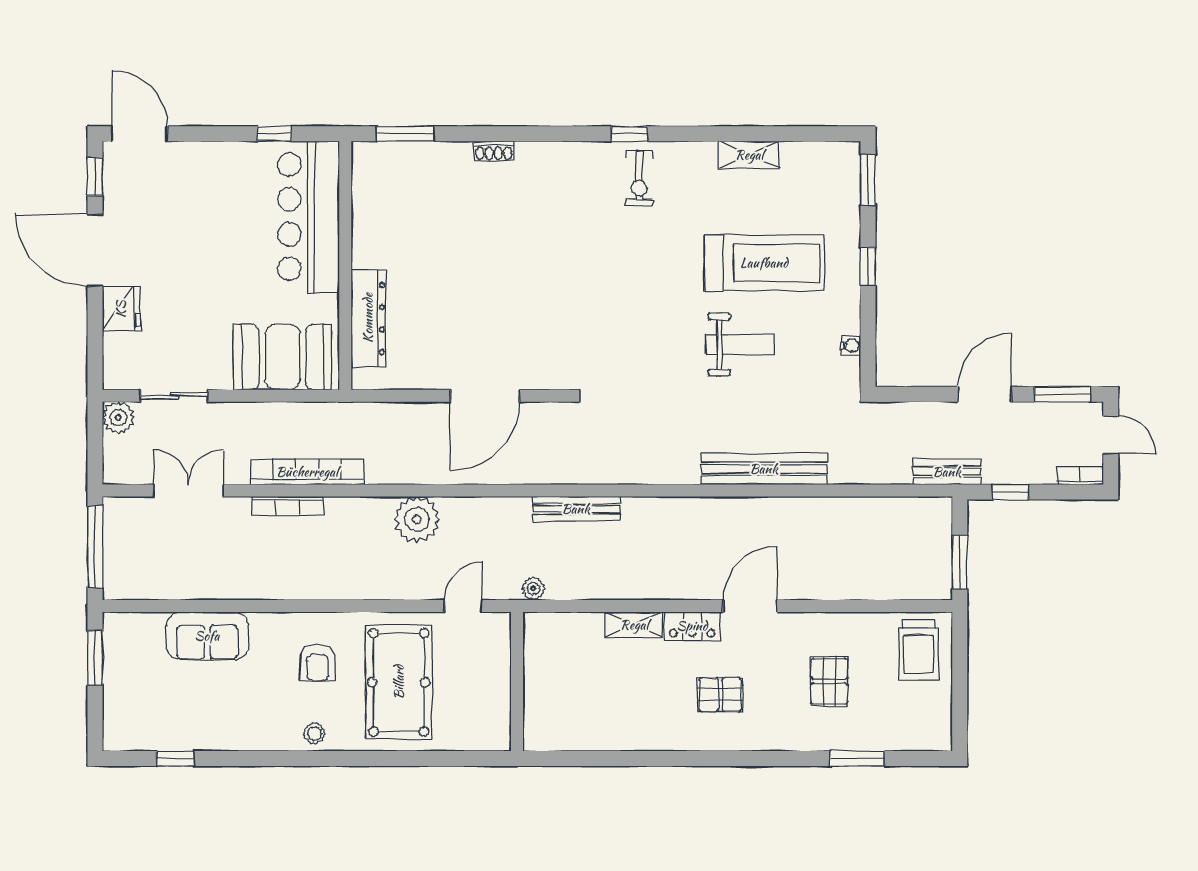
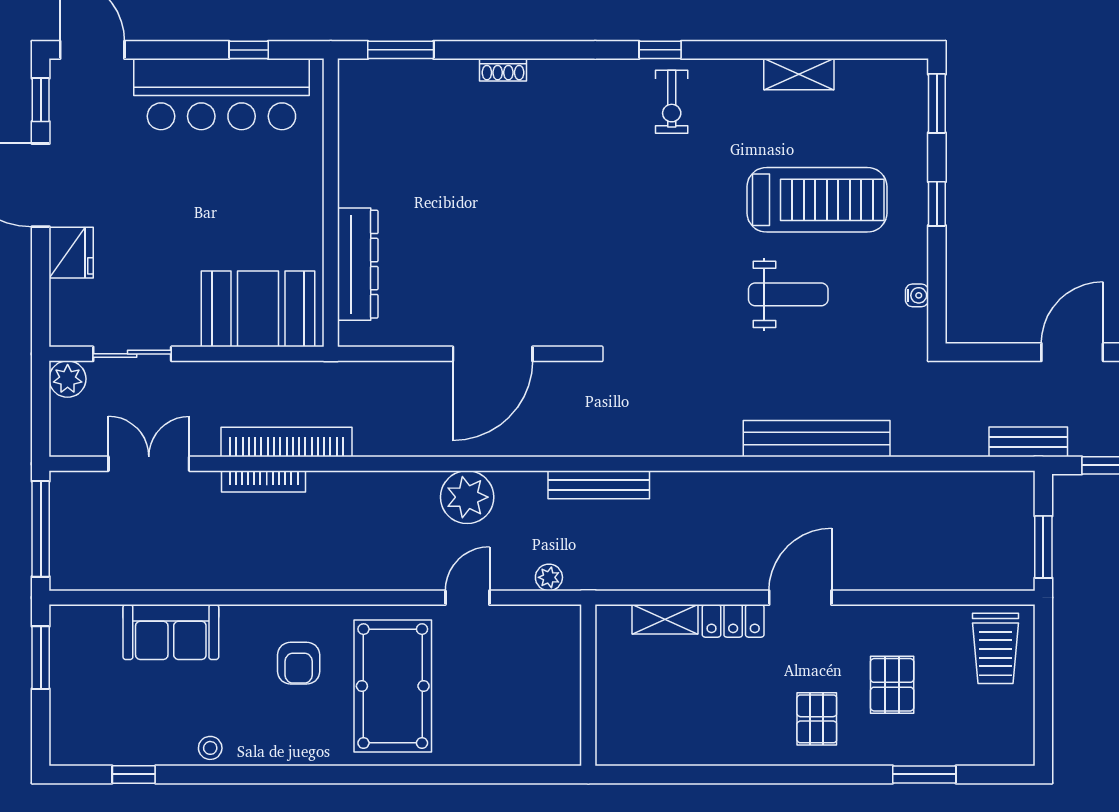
bar counter: (309, 217) -> (221, 94), moved, turned -90
plant: (417, 519) -> (467, 497), moved
wall: (517, 682) -> (588, 685), moved
pallet: (720, 695) -> (817, 719), moved, turned 90
stool: (314, 733) -> (210, 748), moved

